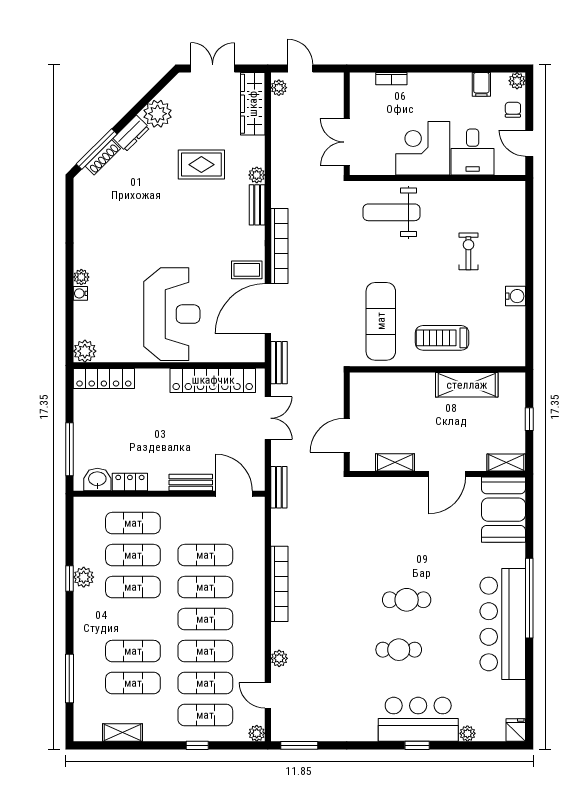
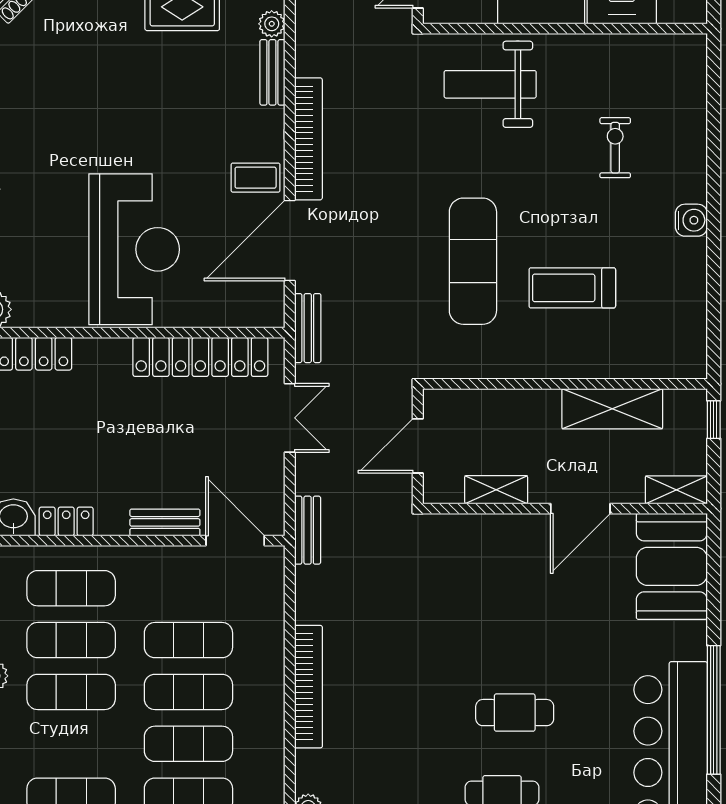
wall: (438, 369) -> (565, 384), moved
shelving: (467, 385) -> (612, 409), moved

